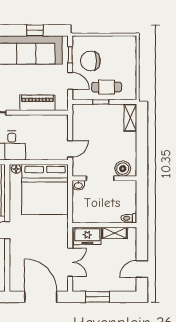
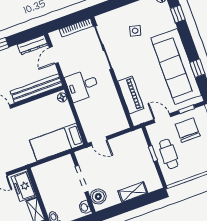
door: (70, 81) -> (162, 118), swing flipped
shelving: (130, 118) -> (133, 192), moved
washbasin: (78, 185) -> (85, 207), moved
bed: (45, 189) -> (57, 142), width x0.49

